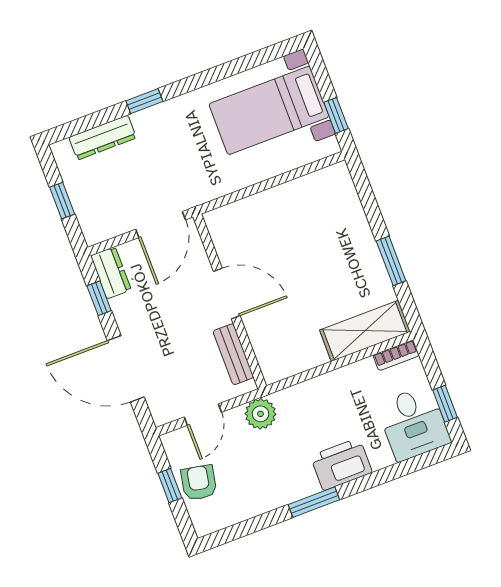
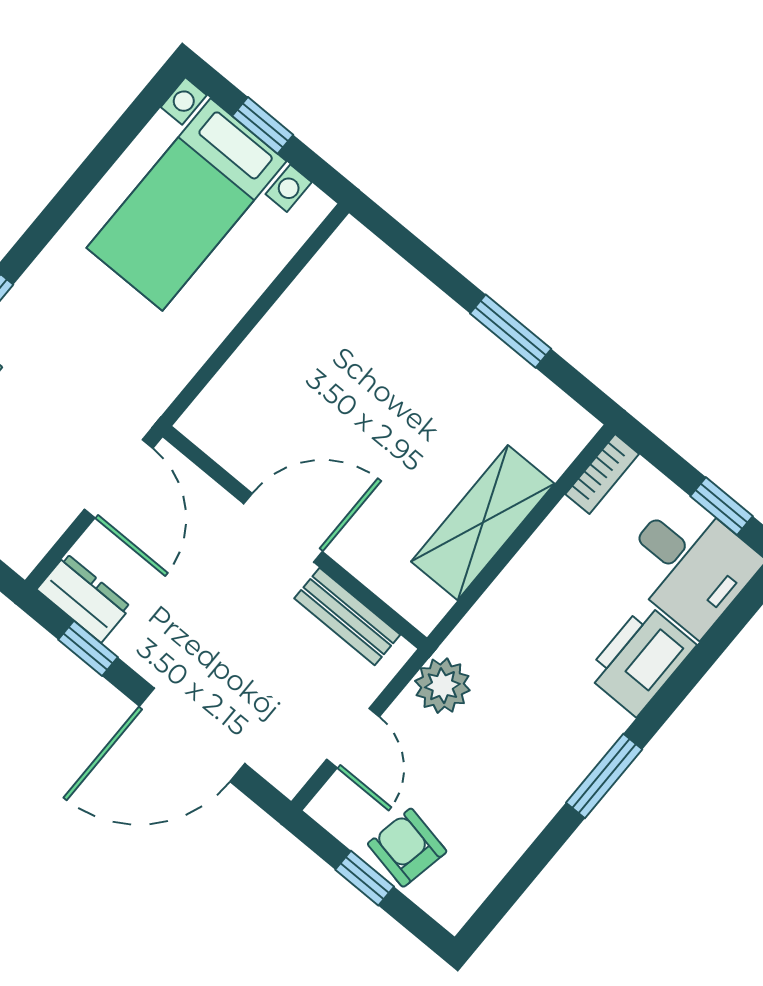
window: (336, 115) -> (263, 125), moved
shelving: (365, 331) -> (483, 523), moved
printer: (341, 464) -> (641, 660), moved

